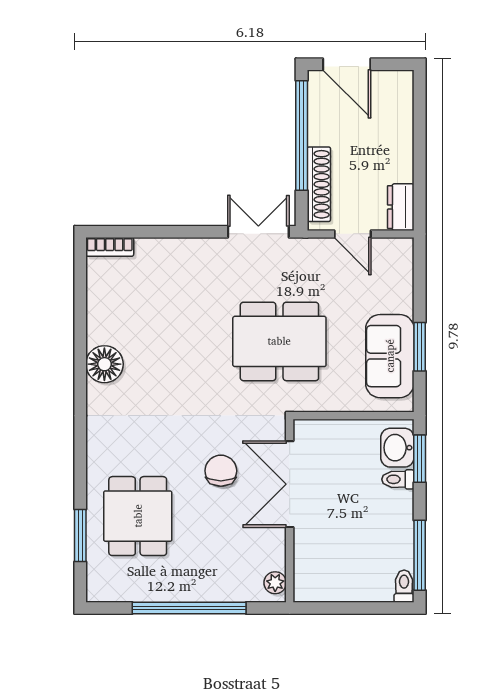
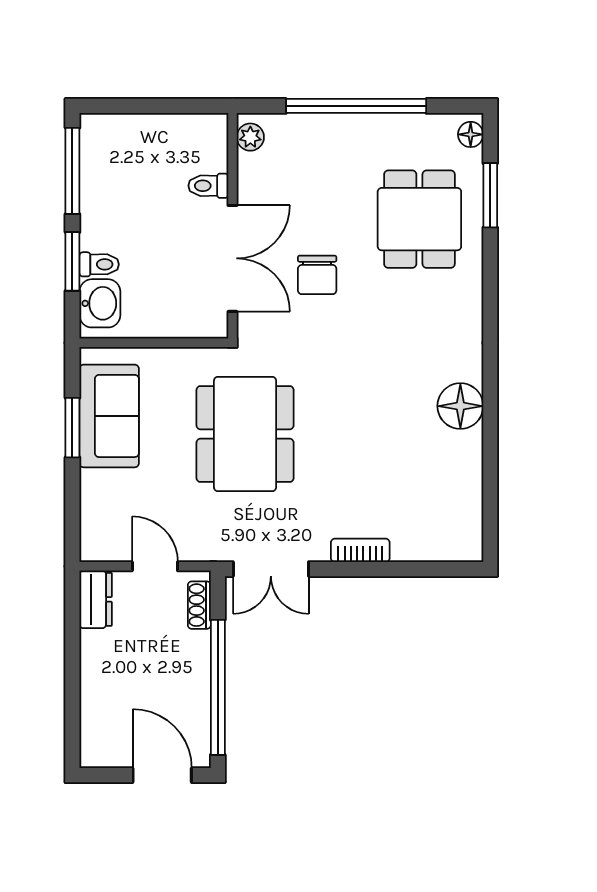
shoe rack: (319, 184) -> (199, 605), width x0.51, depth x0.81
bookcase: (110, 247) -> (360, 550), moved
dining table: (279, 341) -> (245, 434), turned 90
window: (420, 459) -> (72, 261), moved
floor lamp: (96, 585) -> (471, 134), added
toilet: (404, 586) -> (208, 186), moved, turned 90

